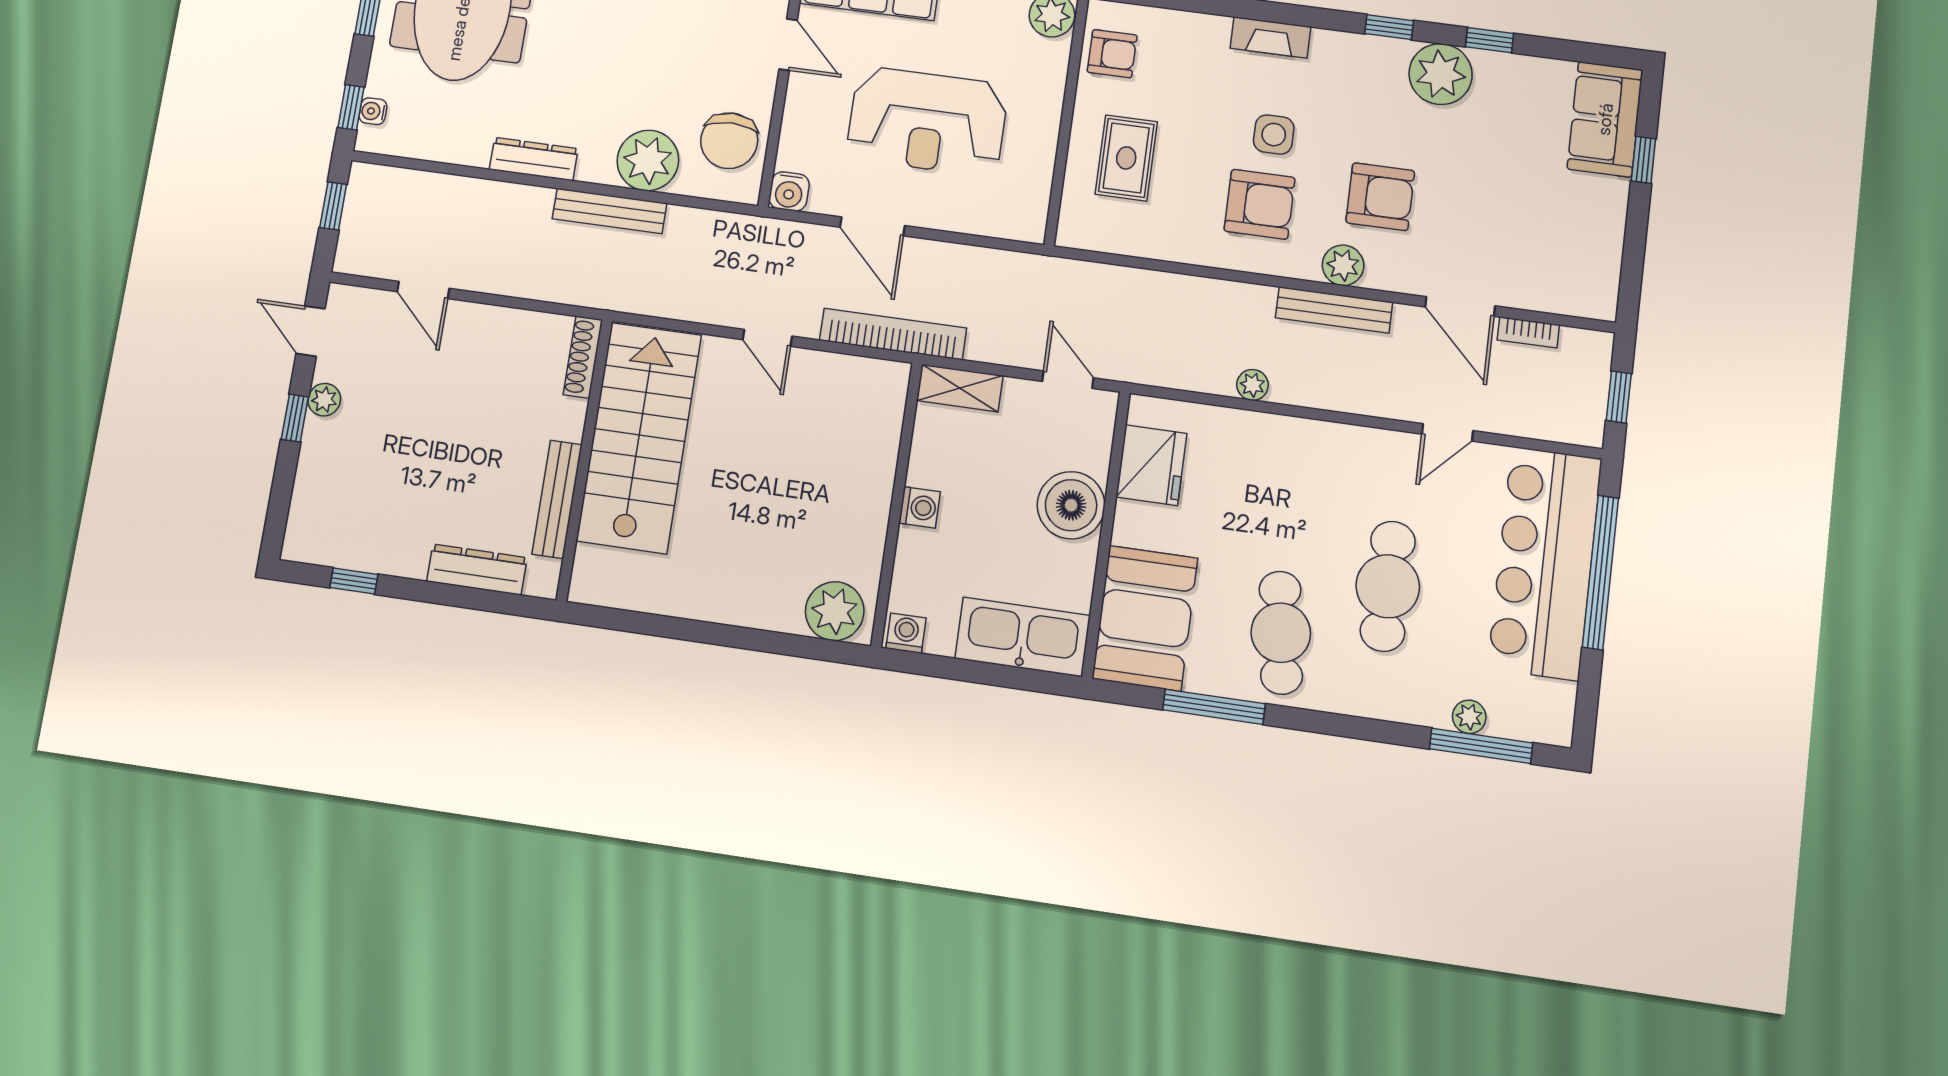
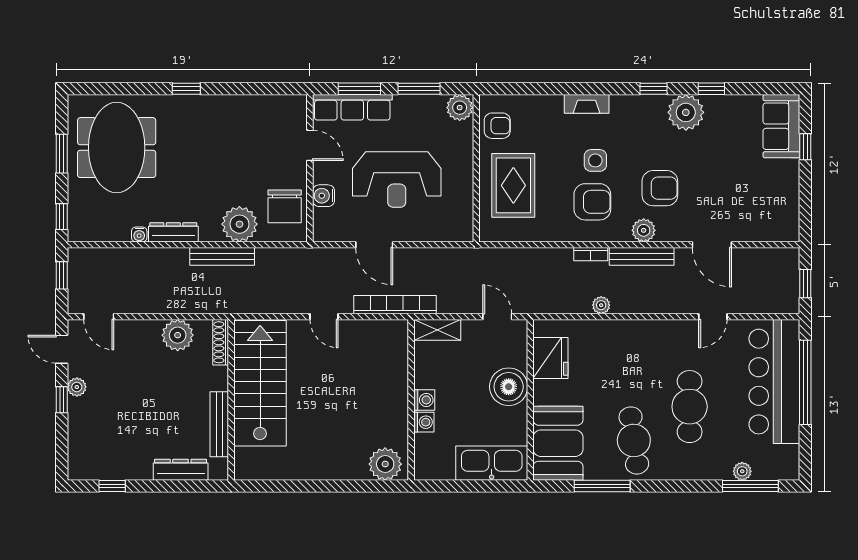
water cooler: (373, 111) -> (139, 234), moved, turned -90
rug: (1126, 158) -> (513, 185), width x1.36, depth x1.43
water cooler: (789, 191) -> (324, 196), moved, turned 90
door: (423, 290) -> (99, 317), moved
bookcase: (1528, 332) -> (591, 254), moved
plant: (511, 335) -> (178, 335), added
washing machine: (906, 633) -> (424, 422), moved, turned 90

